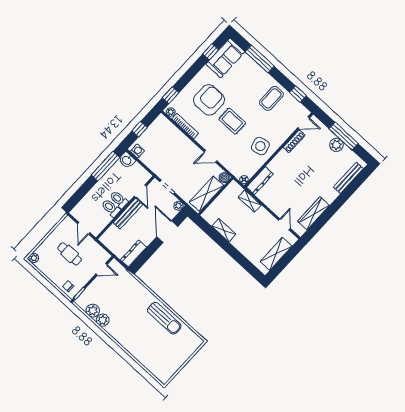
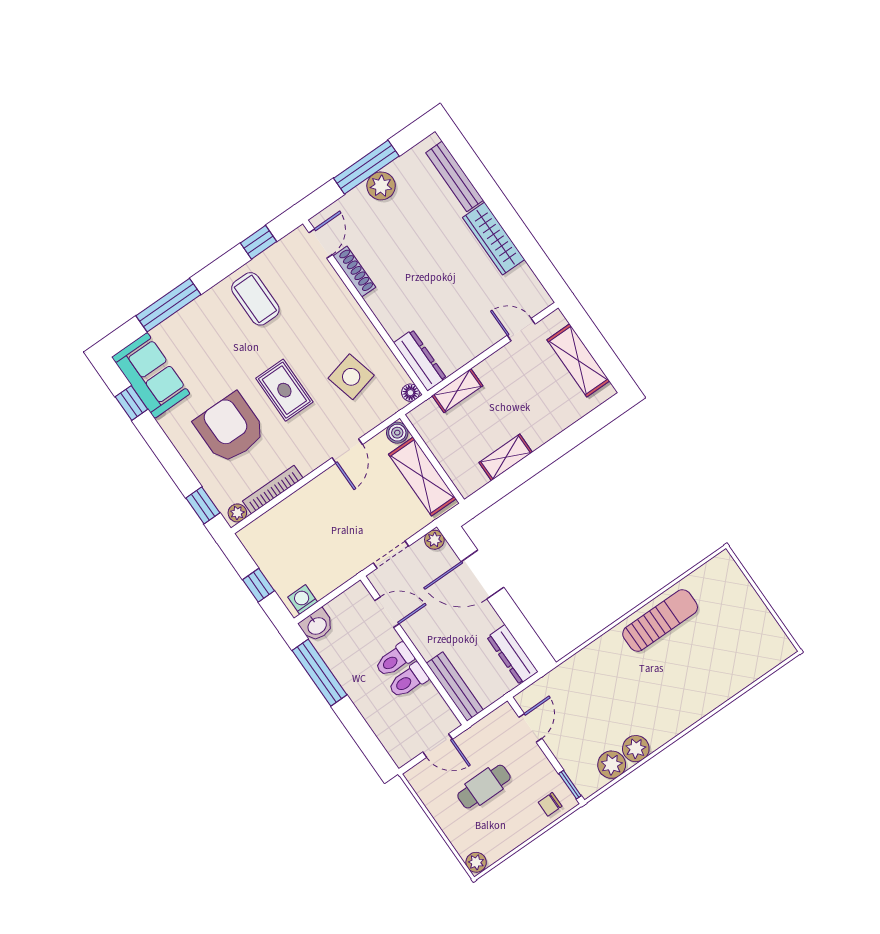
rug: (232, 121) -> (284, 390), turned 90
side table: (260, 146) -> (351, 377), moved
wardrobe: (313, 213) -> (494, 239), moved
bench: (128, 214) -> (455, 687), moved

